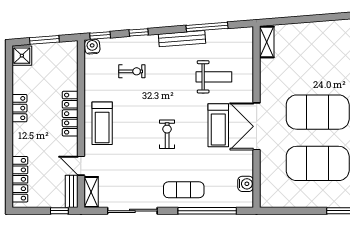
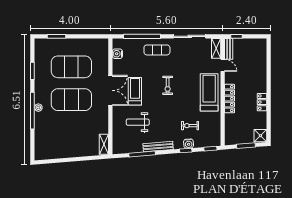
water cooler: (92, 47) -> (189, 144), moved
treadmill: (102, 123) -> (209, 92), width x1.37, depth x1.38
locker: (20, 179) -> (262, 57), removed

